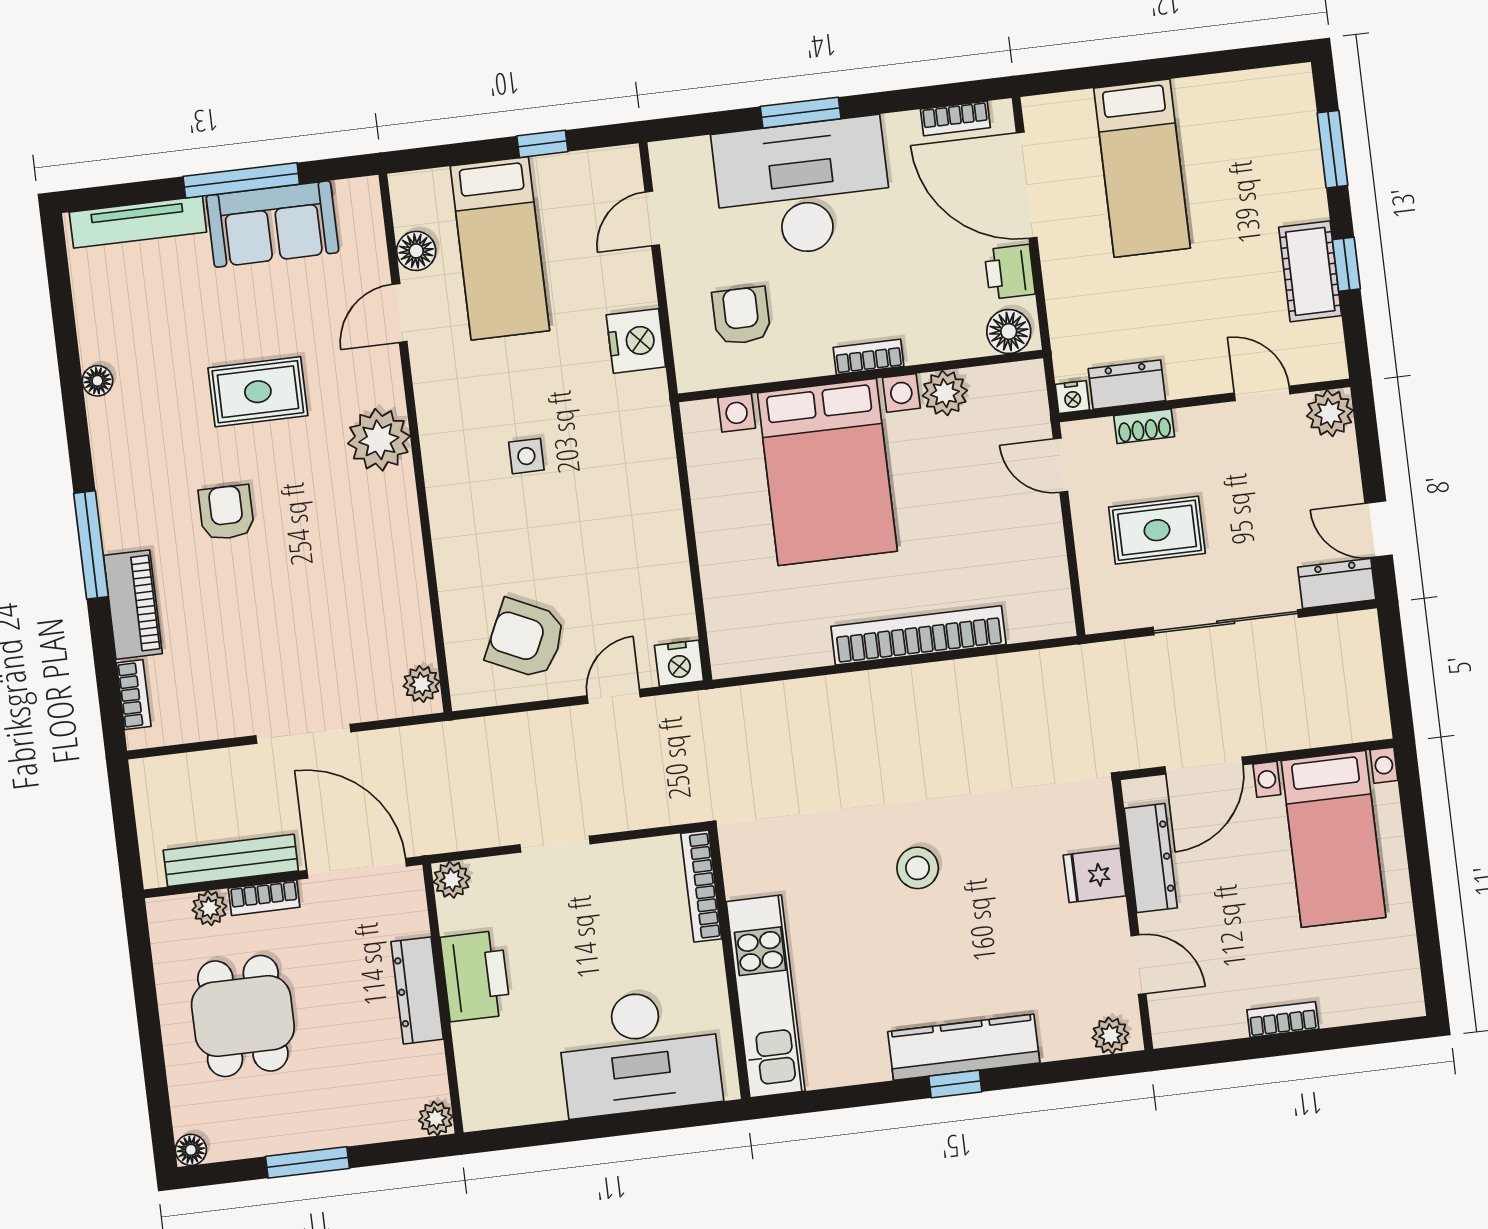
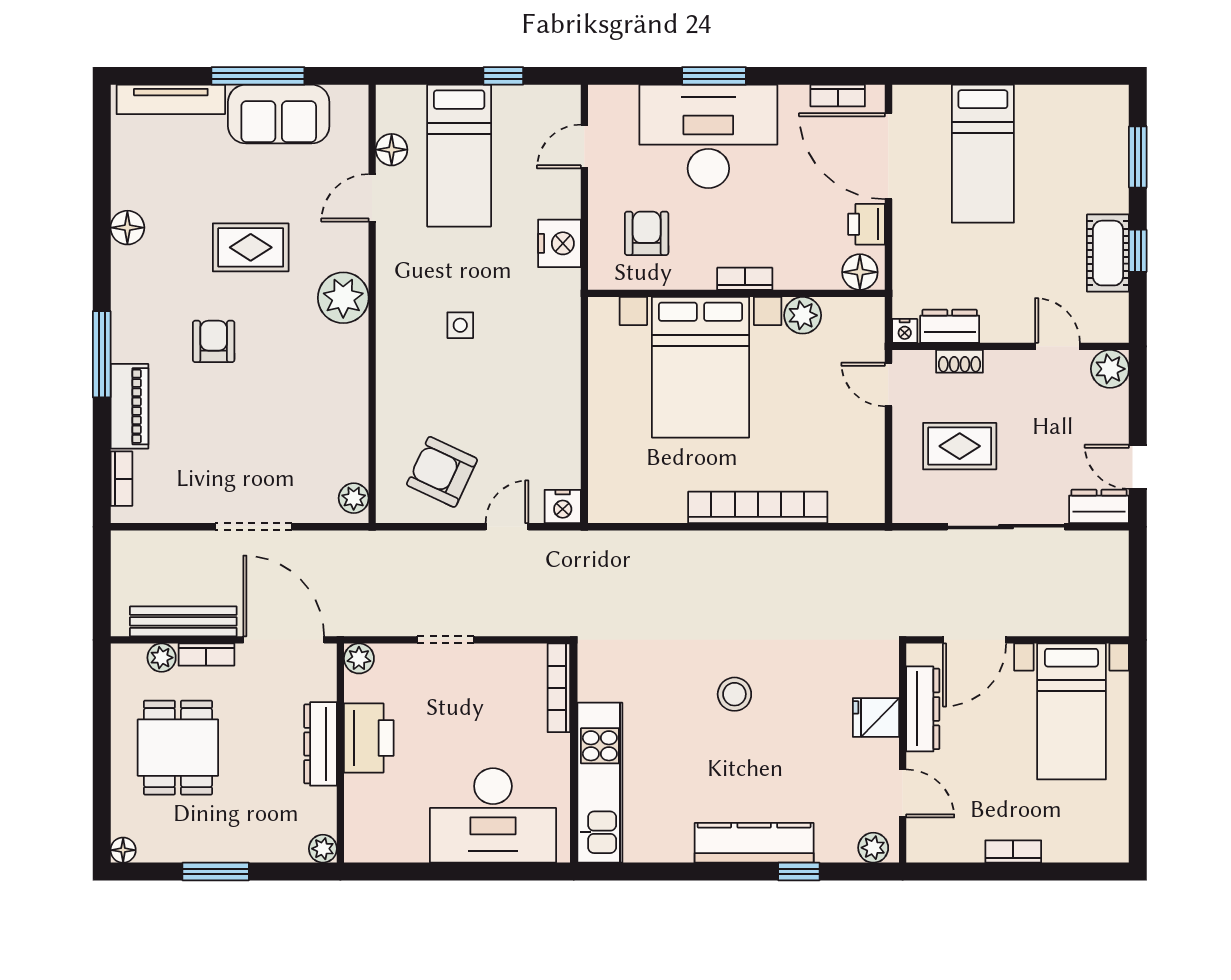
floor lamp: (97, 381) -> (127, 228), width x1.37, depth x1.37
window: (955, 1084) -> (799, 871), moved

